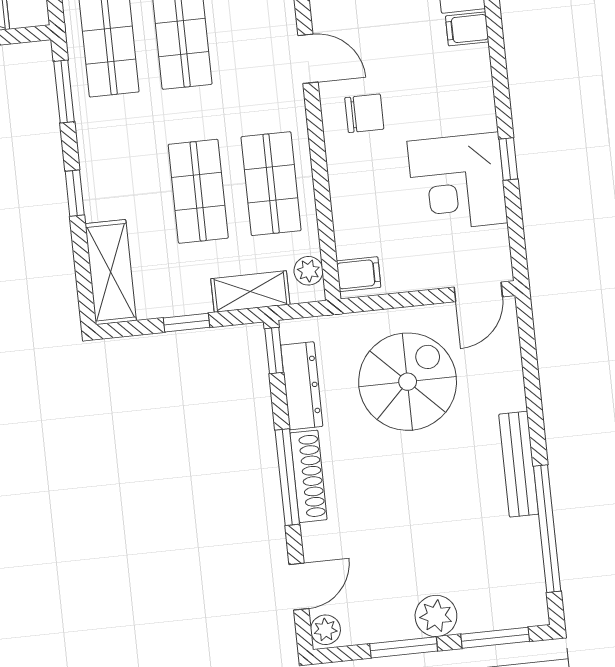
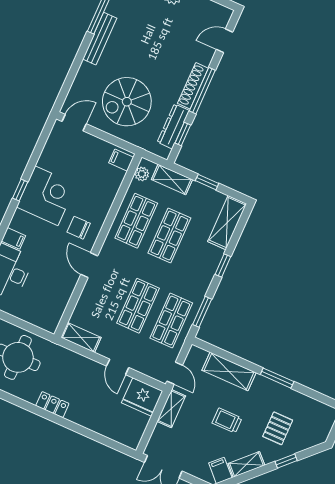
window: (508, 159) -> (20, 190), moved
corner desk: (457, 182) -> (46, 196), moved
window: (274, 351) -> (183, 134), moved
plant: (325, 630) -> (224, 16), removed

